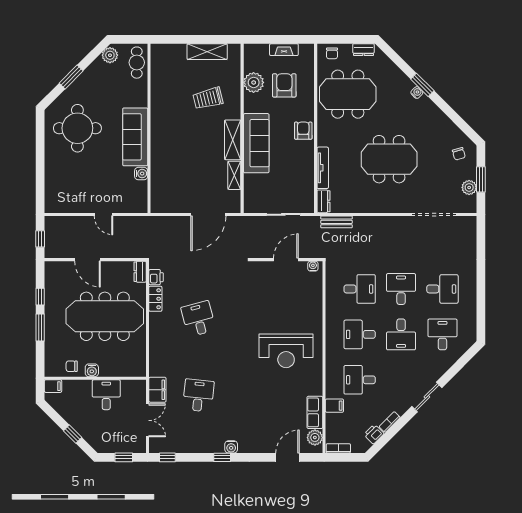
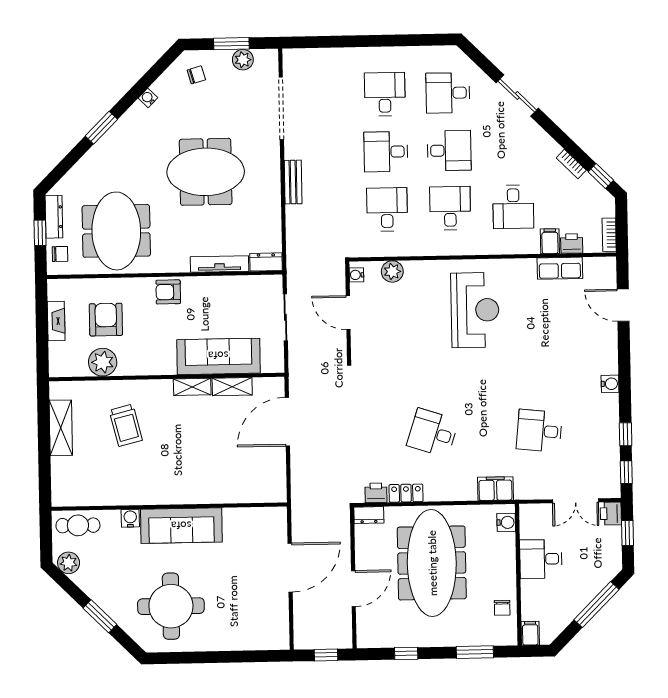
window: (347, 39) -> (40, 233), added
dresser: (363, 50) -> (54, 217), width x1.44
armchair: (284, 85) -> (106, 320), turned 90
water cooler: (417, 93) -> (148, 98), moved
shelving: (233, 140) -> (192, 387), width x0.67, depth x0.75
sofa: (256, 143) -> (218, 356), moved
meeting table: (389, 159) -> (206, 172), turned 90
water cooler: (141, 174) -> (130, 518), moved
door: (103, 214) -> (290, 568), width x1.87
door: (208, 214) -> (287, 422), swing flipped
bench: (336, 222) -> (293, 182), moved
desk: (198, 319) -> (433, 433), turned 33
window: (40, 327) -> (475, 652), moved
desk: (360, 334) -> (450, 208), turned 180
water cooler: (92, 370) -> (506, 522), moved
filing cabinet: (157, 390) -> (495, 489), moved
sliding door: (427, 397) -> (517, 96), moved
double door: (148, 420) -> (576, 501), swing flipped
window: (73, 434) -> (597, 605), width x2.17
printer: (374, 434) -> (572, 243), moved, turned 135
plant: (315, 437) -> (392, 271), moved
window: (381, 443) -> (601, 176), added
printer: (138, 446) -> (611, 514), added
window: (222, 457) -> (626, 434), moved

